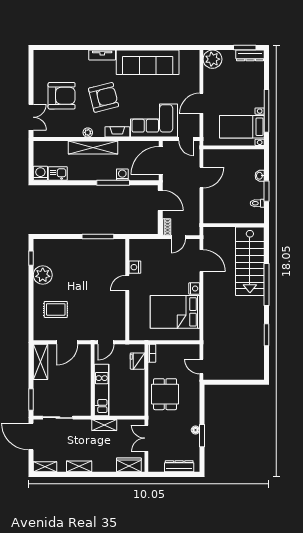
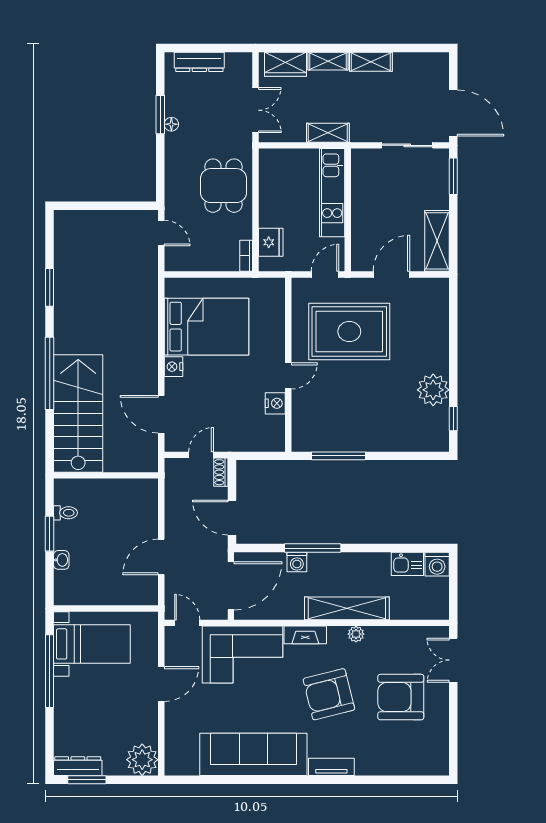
rug: (56, 309) -> (349, 332), moved, width x1.86, depth x2.06
shelving: (45, 467) -> (328, 61), moved

